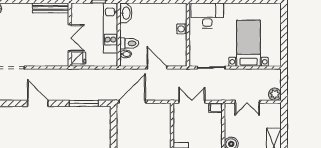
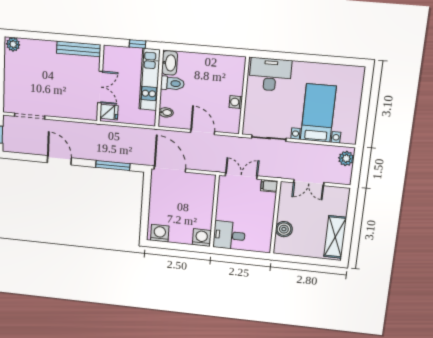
washing machine: (182, 29) -> (236, 102), moved
toilet: (129, 43) -> (172, 83), moved
plant: (275, 94) -> (346, 158), moved
door: (132, 102) -> (170, 169), hinge flipped

